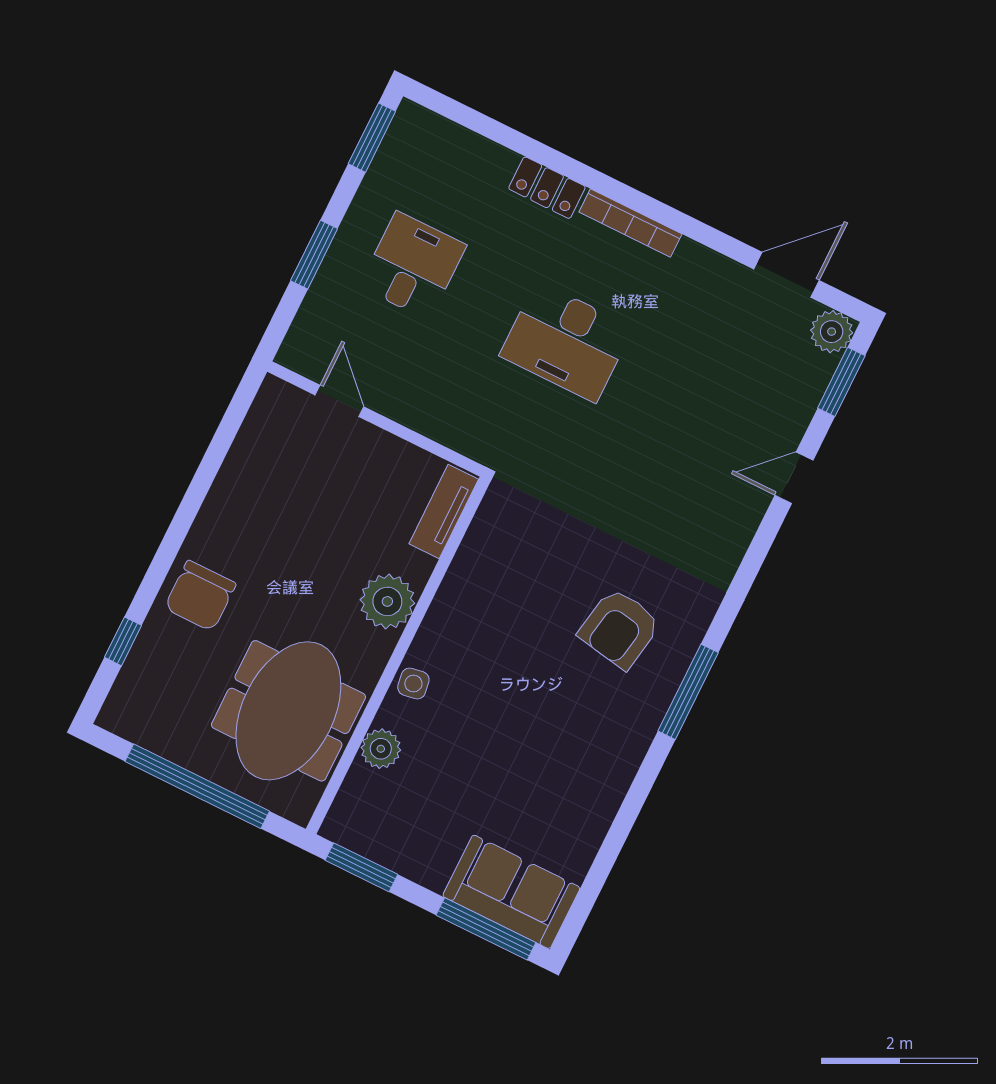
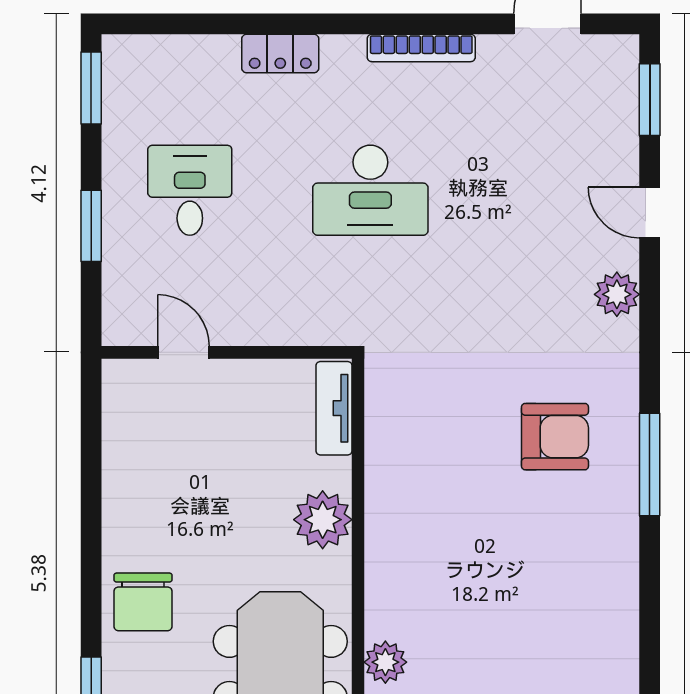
bookcase: (630, 223) -> (421, 48), moved
plant: (832, 332) -> (617, 294), moved
door: (794, 478) -> (650, 213), hinge flipped
armchair: (620, 628) -> (555, 437), turned -100
side table: (413, 684) -> (386, 585), removed

